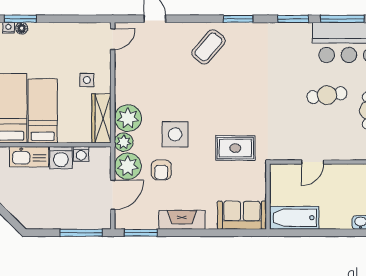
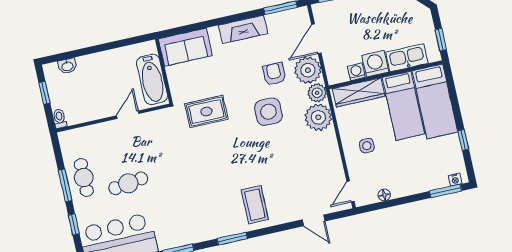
floor lamp: (22, 28) -> (384, 195), moved
coffee table: (209, 47) -> (255, 205), turned -41
wardrobe: (101, 118) -> (359, 92), moved, turned 90
bathtub: (294, 218) -> (152, 79), moved, turned 90

